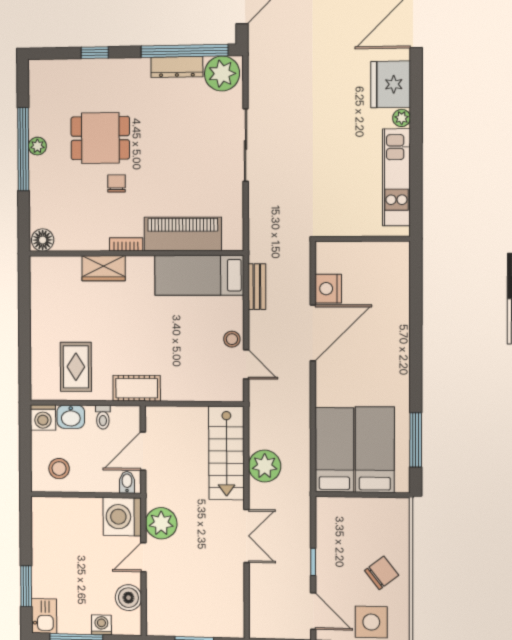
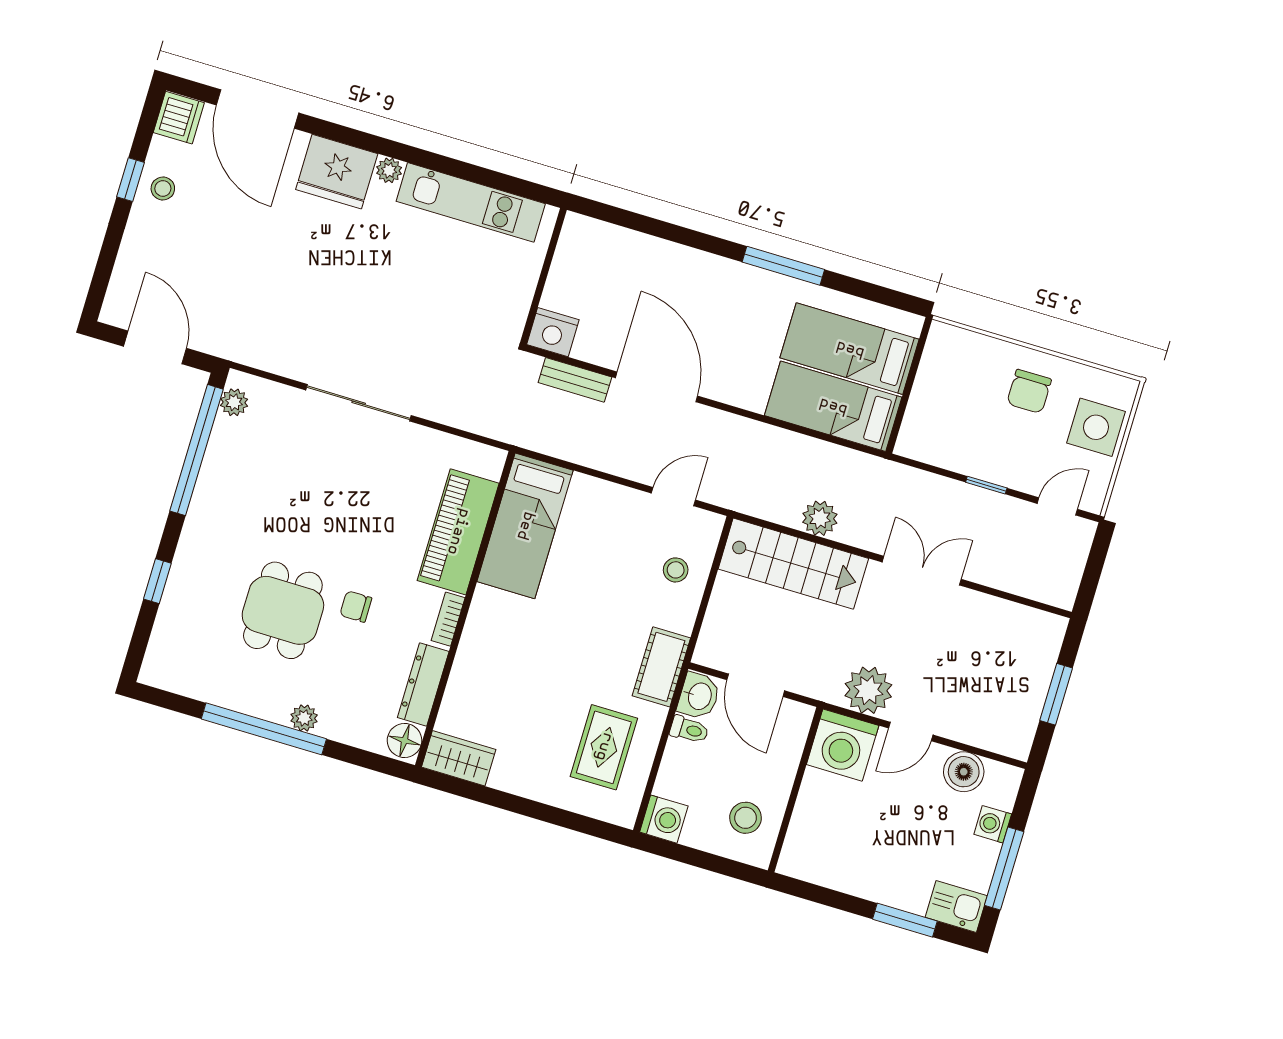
dresser: (177, 67) -> (423, 684), moved, turned 180
plant: (222, 73) -> (234, 402), width x0.53, depth x0.53
plant: (37, 146) -> (304, 718), moved
wardrobe: (104, 268) -> (459, 758), moved, turned -90
bench: (257, 287) -> (575, 380), moved
nightstand: (328, 289) -> (553, 332), moved
stool: (232, 339) -> (676, 570), moved
rug: (76, 367) -> (604, 747), turned 90
washbasin: (71, 417) -> (699, 696), moved
window: (416, 440) -> (783, 266), moved
plant: (265, 466) -> (820, 518), width x0.73, depth x0.73
bidet: (127, 482) -> (794, 723), removed
door: (143, 557) -> (911, 731), hinge flipped
chair: (382, 573) -> (1029, 391), turned -142
door: (313, 611) -> (1057, 506), width x0.73

